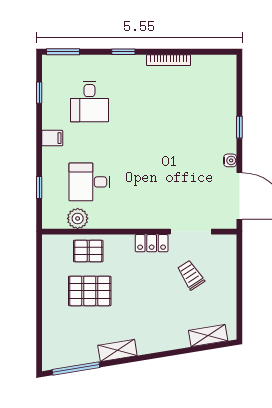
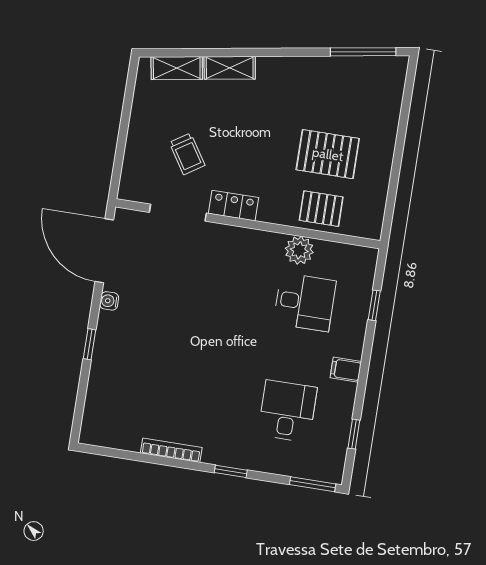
plant: (78, 218) -> (299, 250), moved
shelving: (117, 350) -> (230, 68), moved

